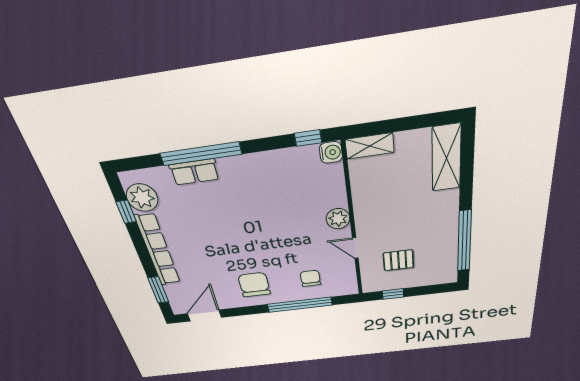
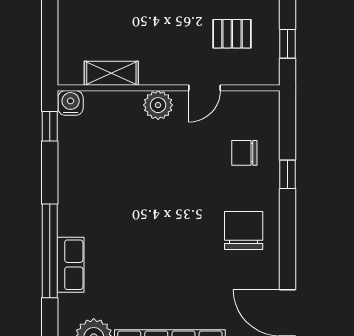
shelving: (370, 146) -> (111, 73), moved, turned 90
pallet: (398, 260) -> (232, 34), turned 90
chair: (254, 285) -> (244, 230), turned 90
window: (300, 305) -> (287, 174), width x0.32

